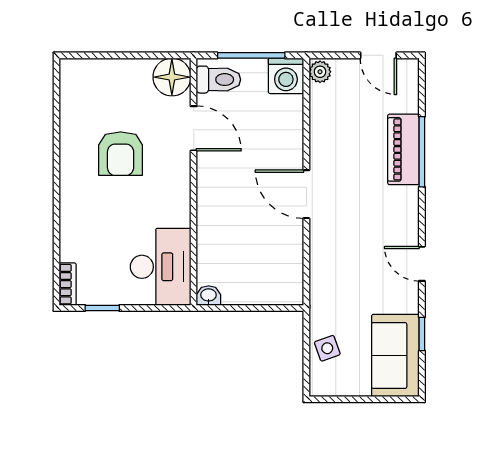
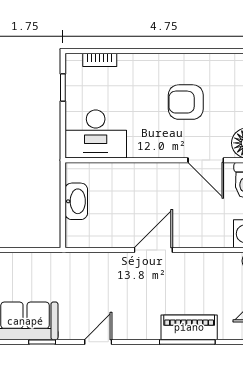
door: (194, 128) -> (206, 160), hinge flipped
bookcase: (68, 284) -> (100, 60), moved
washbasin: (209, 296) -> (76, 201), moved, width x1.91, depth x1.45
side table: (327, 348) -> (31, 267), removed

